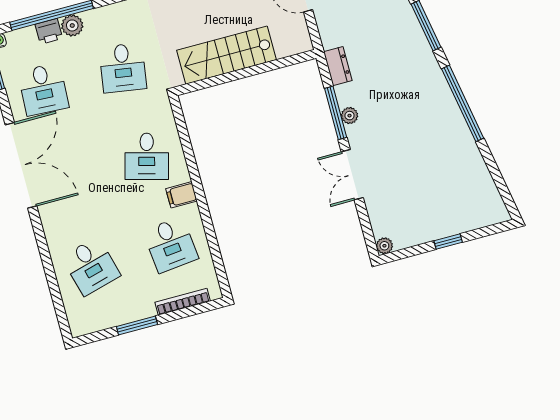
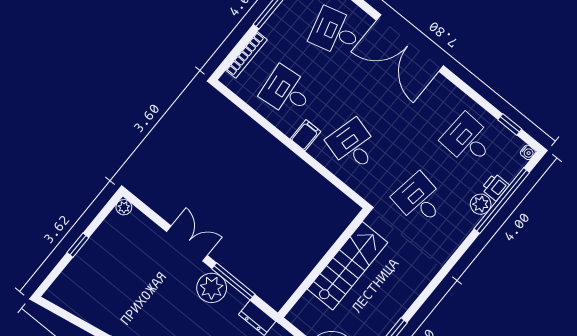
plant: (350, 116) -> (212, 288), width x1.87, depth x1.87
double door: (21, 165) -> (410, 43), moved

